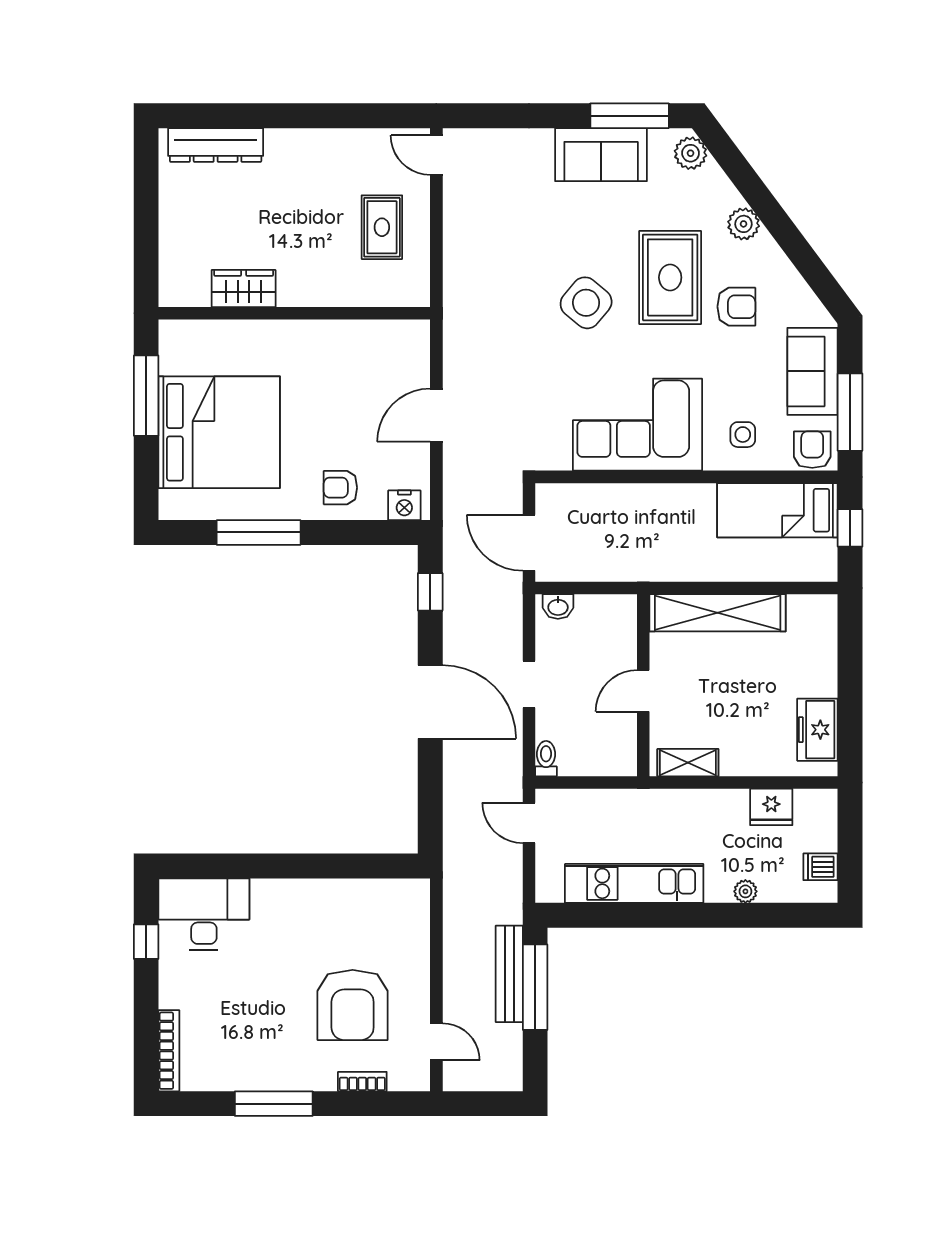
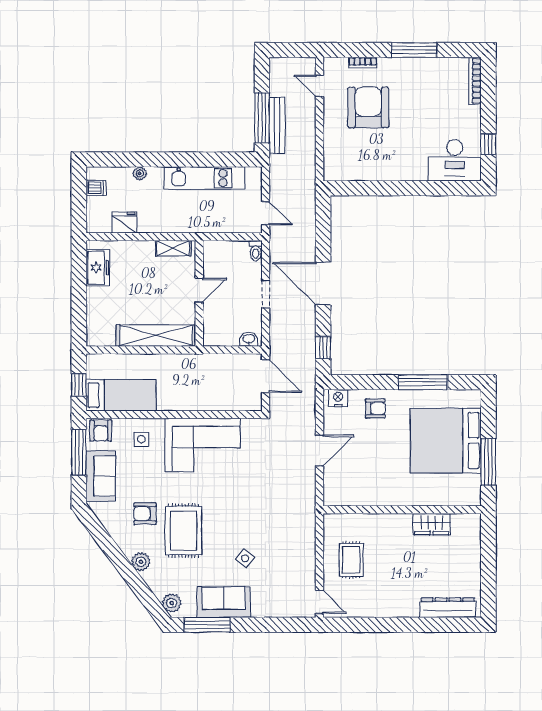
side table: (586, 303) -> (245, 558), moved, width x0.54, depth x0.54

